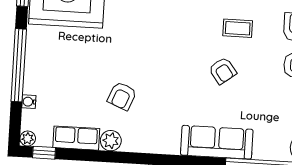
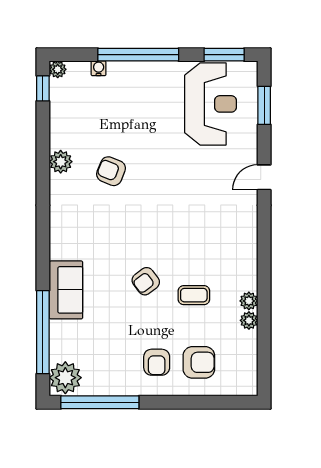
coffee table: (238, 28) -> (194, 295), turned 90
row of seats: (76, 138) -> (61, 123), removed
sofa: (217, 142) -> (66, 290), width x0.73

